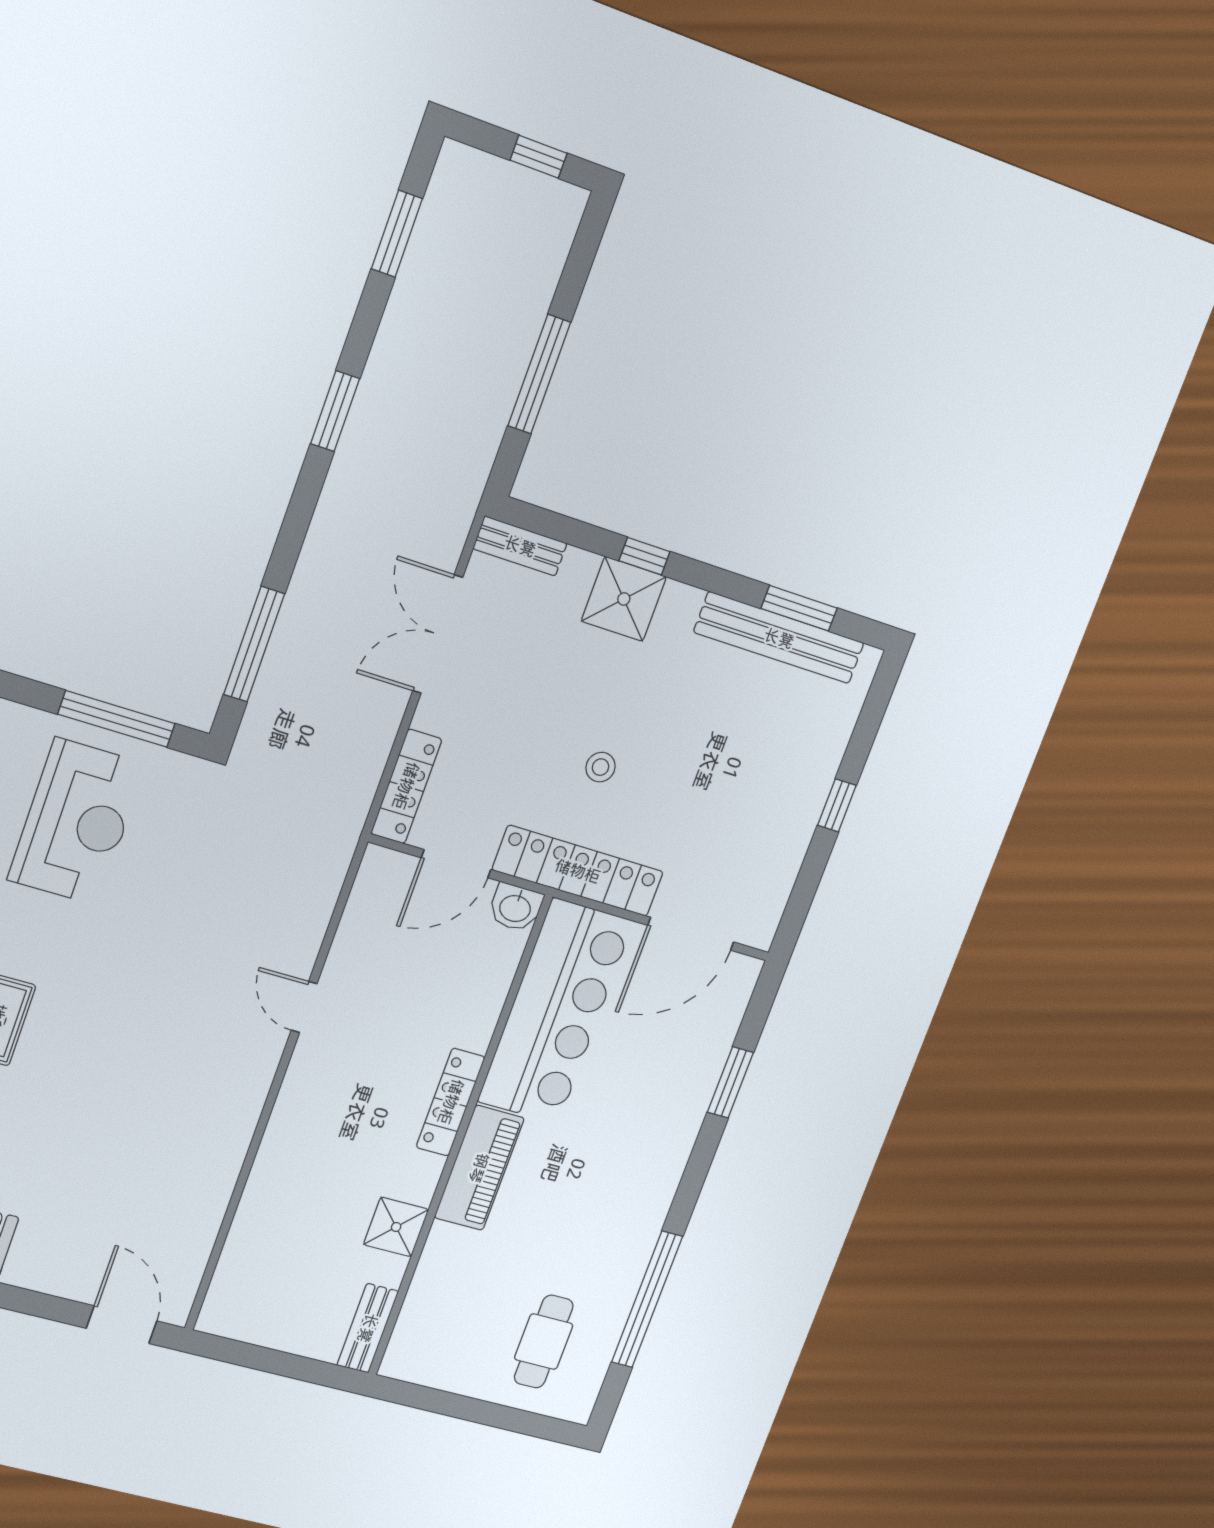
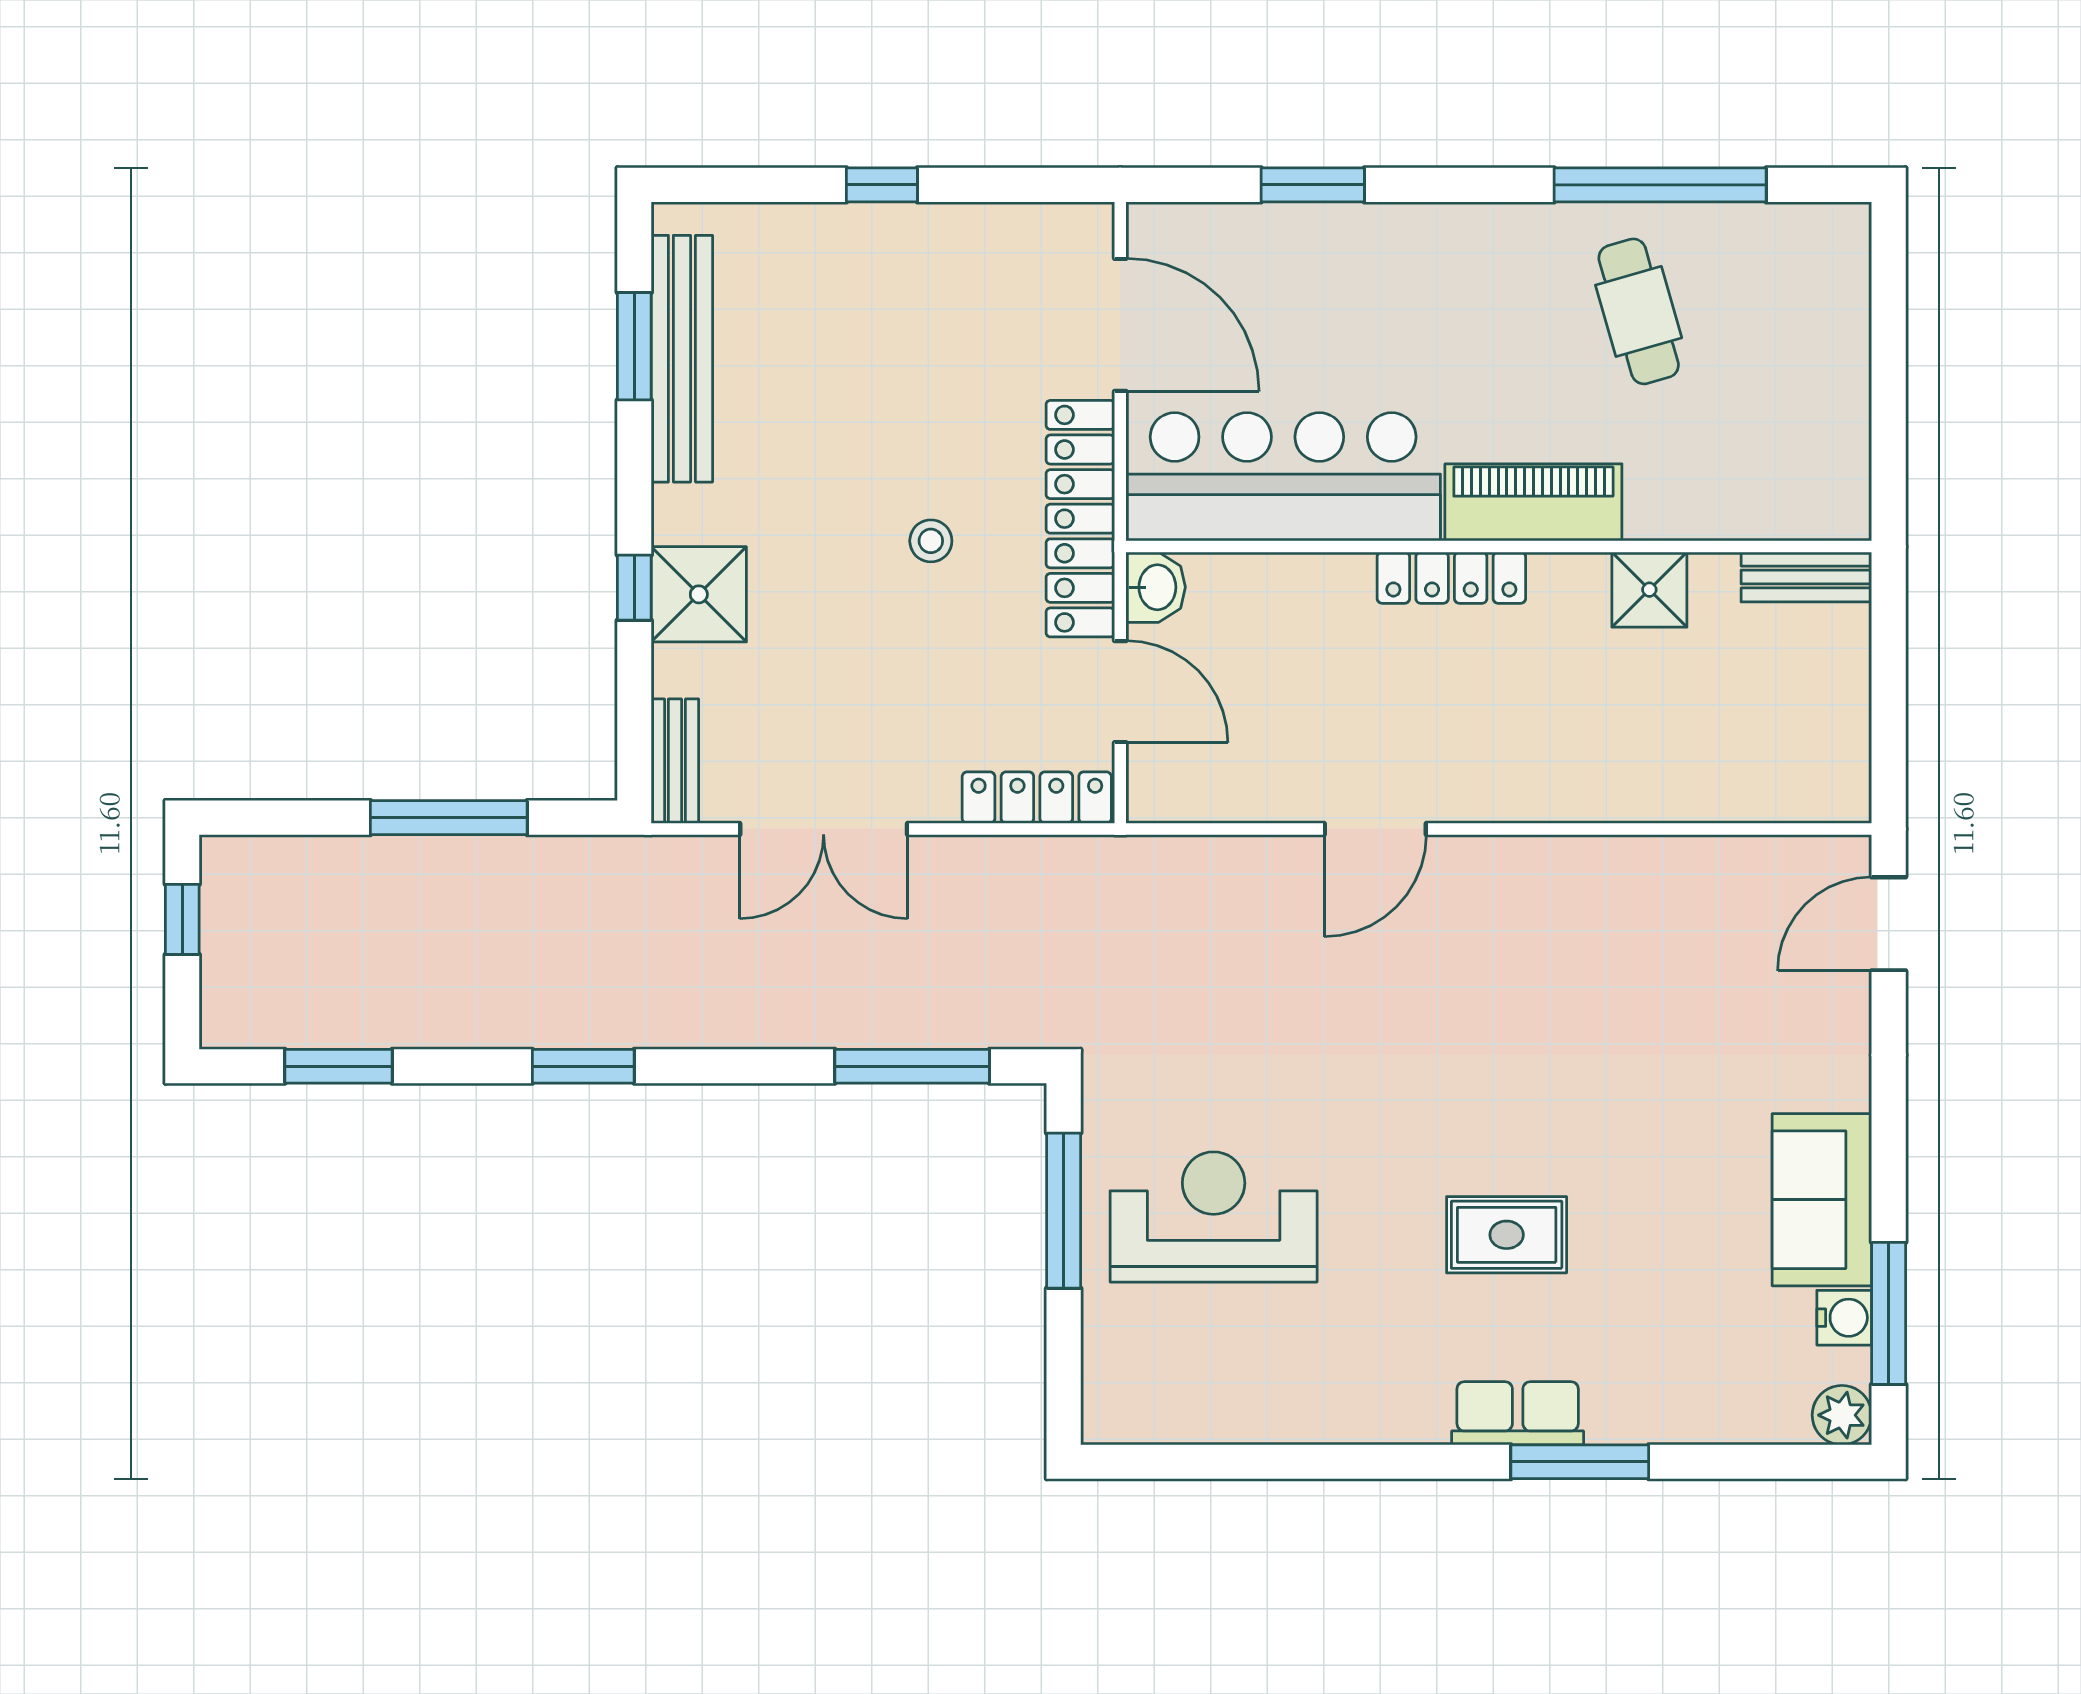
door: (304, 1007) -> (1375, 829), width x1.38
cafe table: (544, 1342) -> (1639, 311), moved, turned 74

